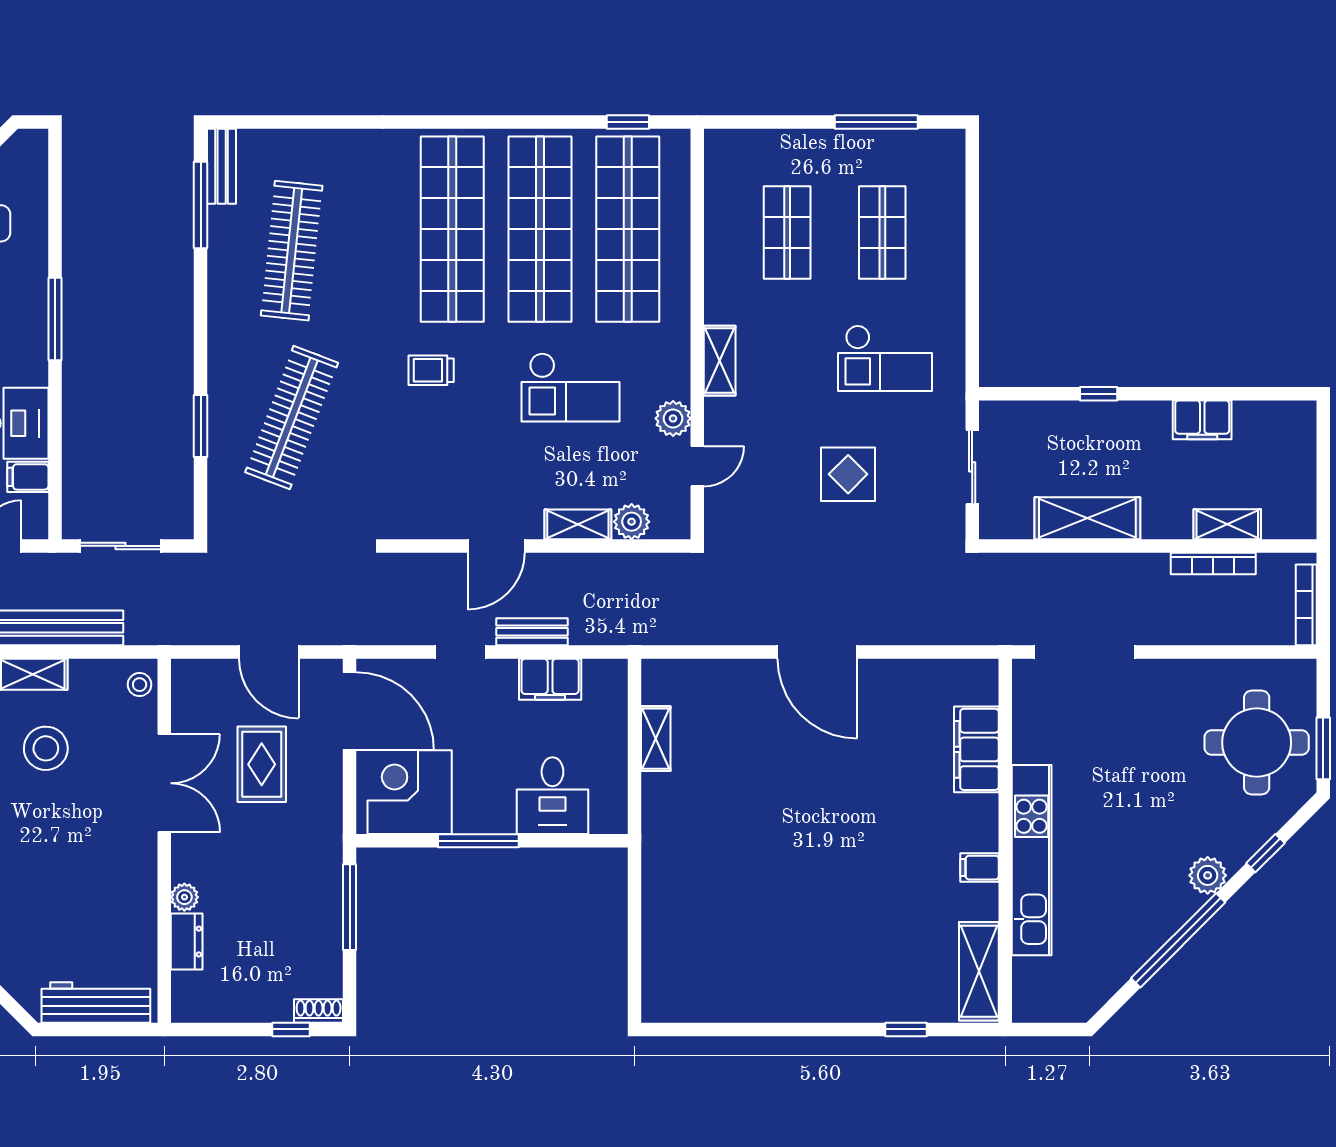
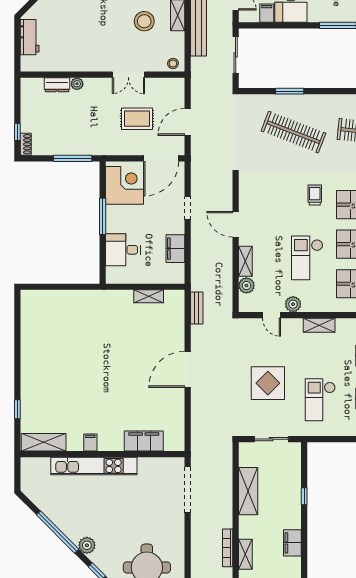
display table: (848, 474) -> (268, 383), width x1.36, depth x1.36
bench: (532, 632) -> (197, 308), moved
double door: (164, 783) -> (128, 75), width x0.73
workbench: (96, 1002) -> (30, 37), width x0.73

